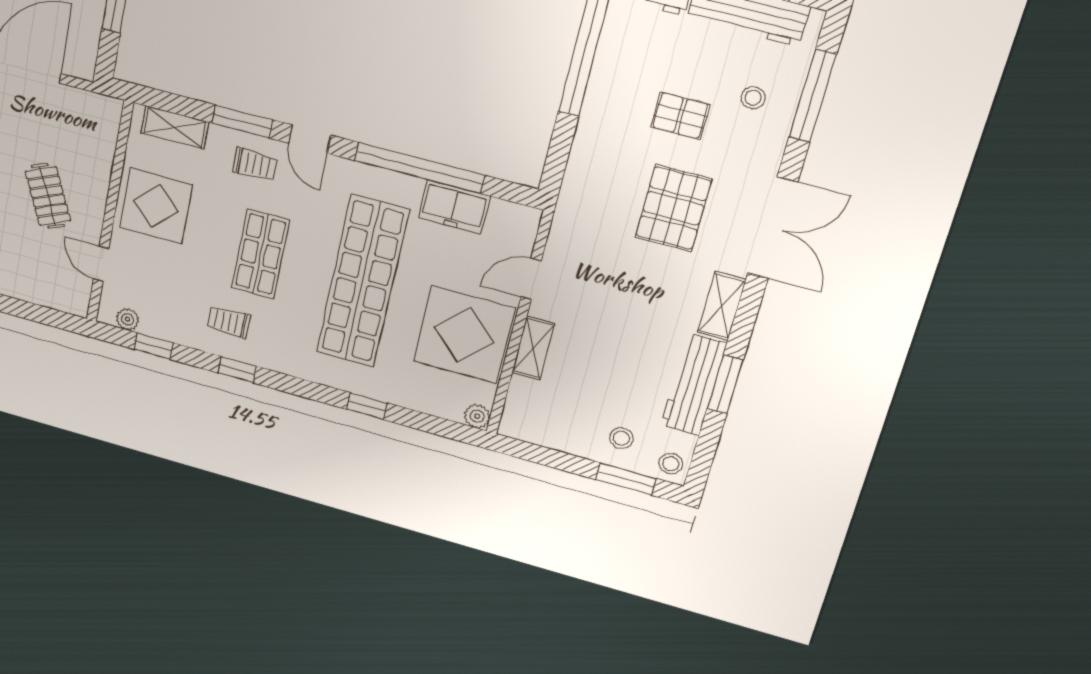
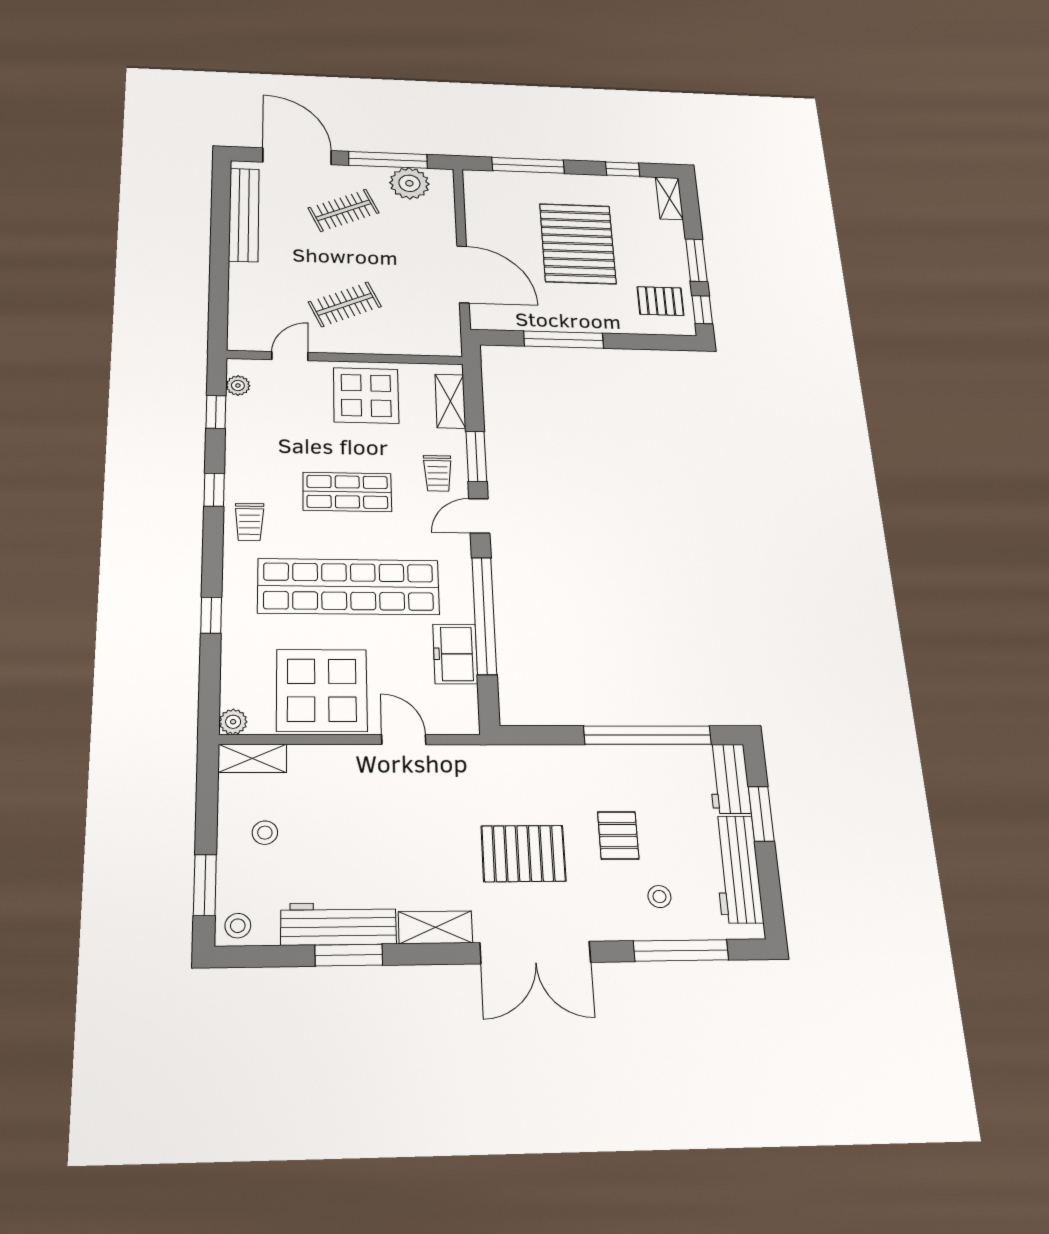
trolley: (229, 322) -> (249, 522), moved, turned 180
shelving: (533, 348) -> (252, 758), moved
stool: (621, 438) -> (265, 833), moved

